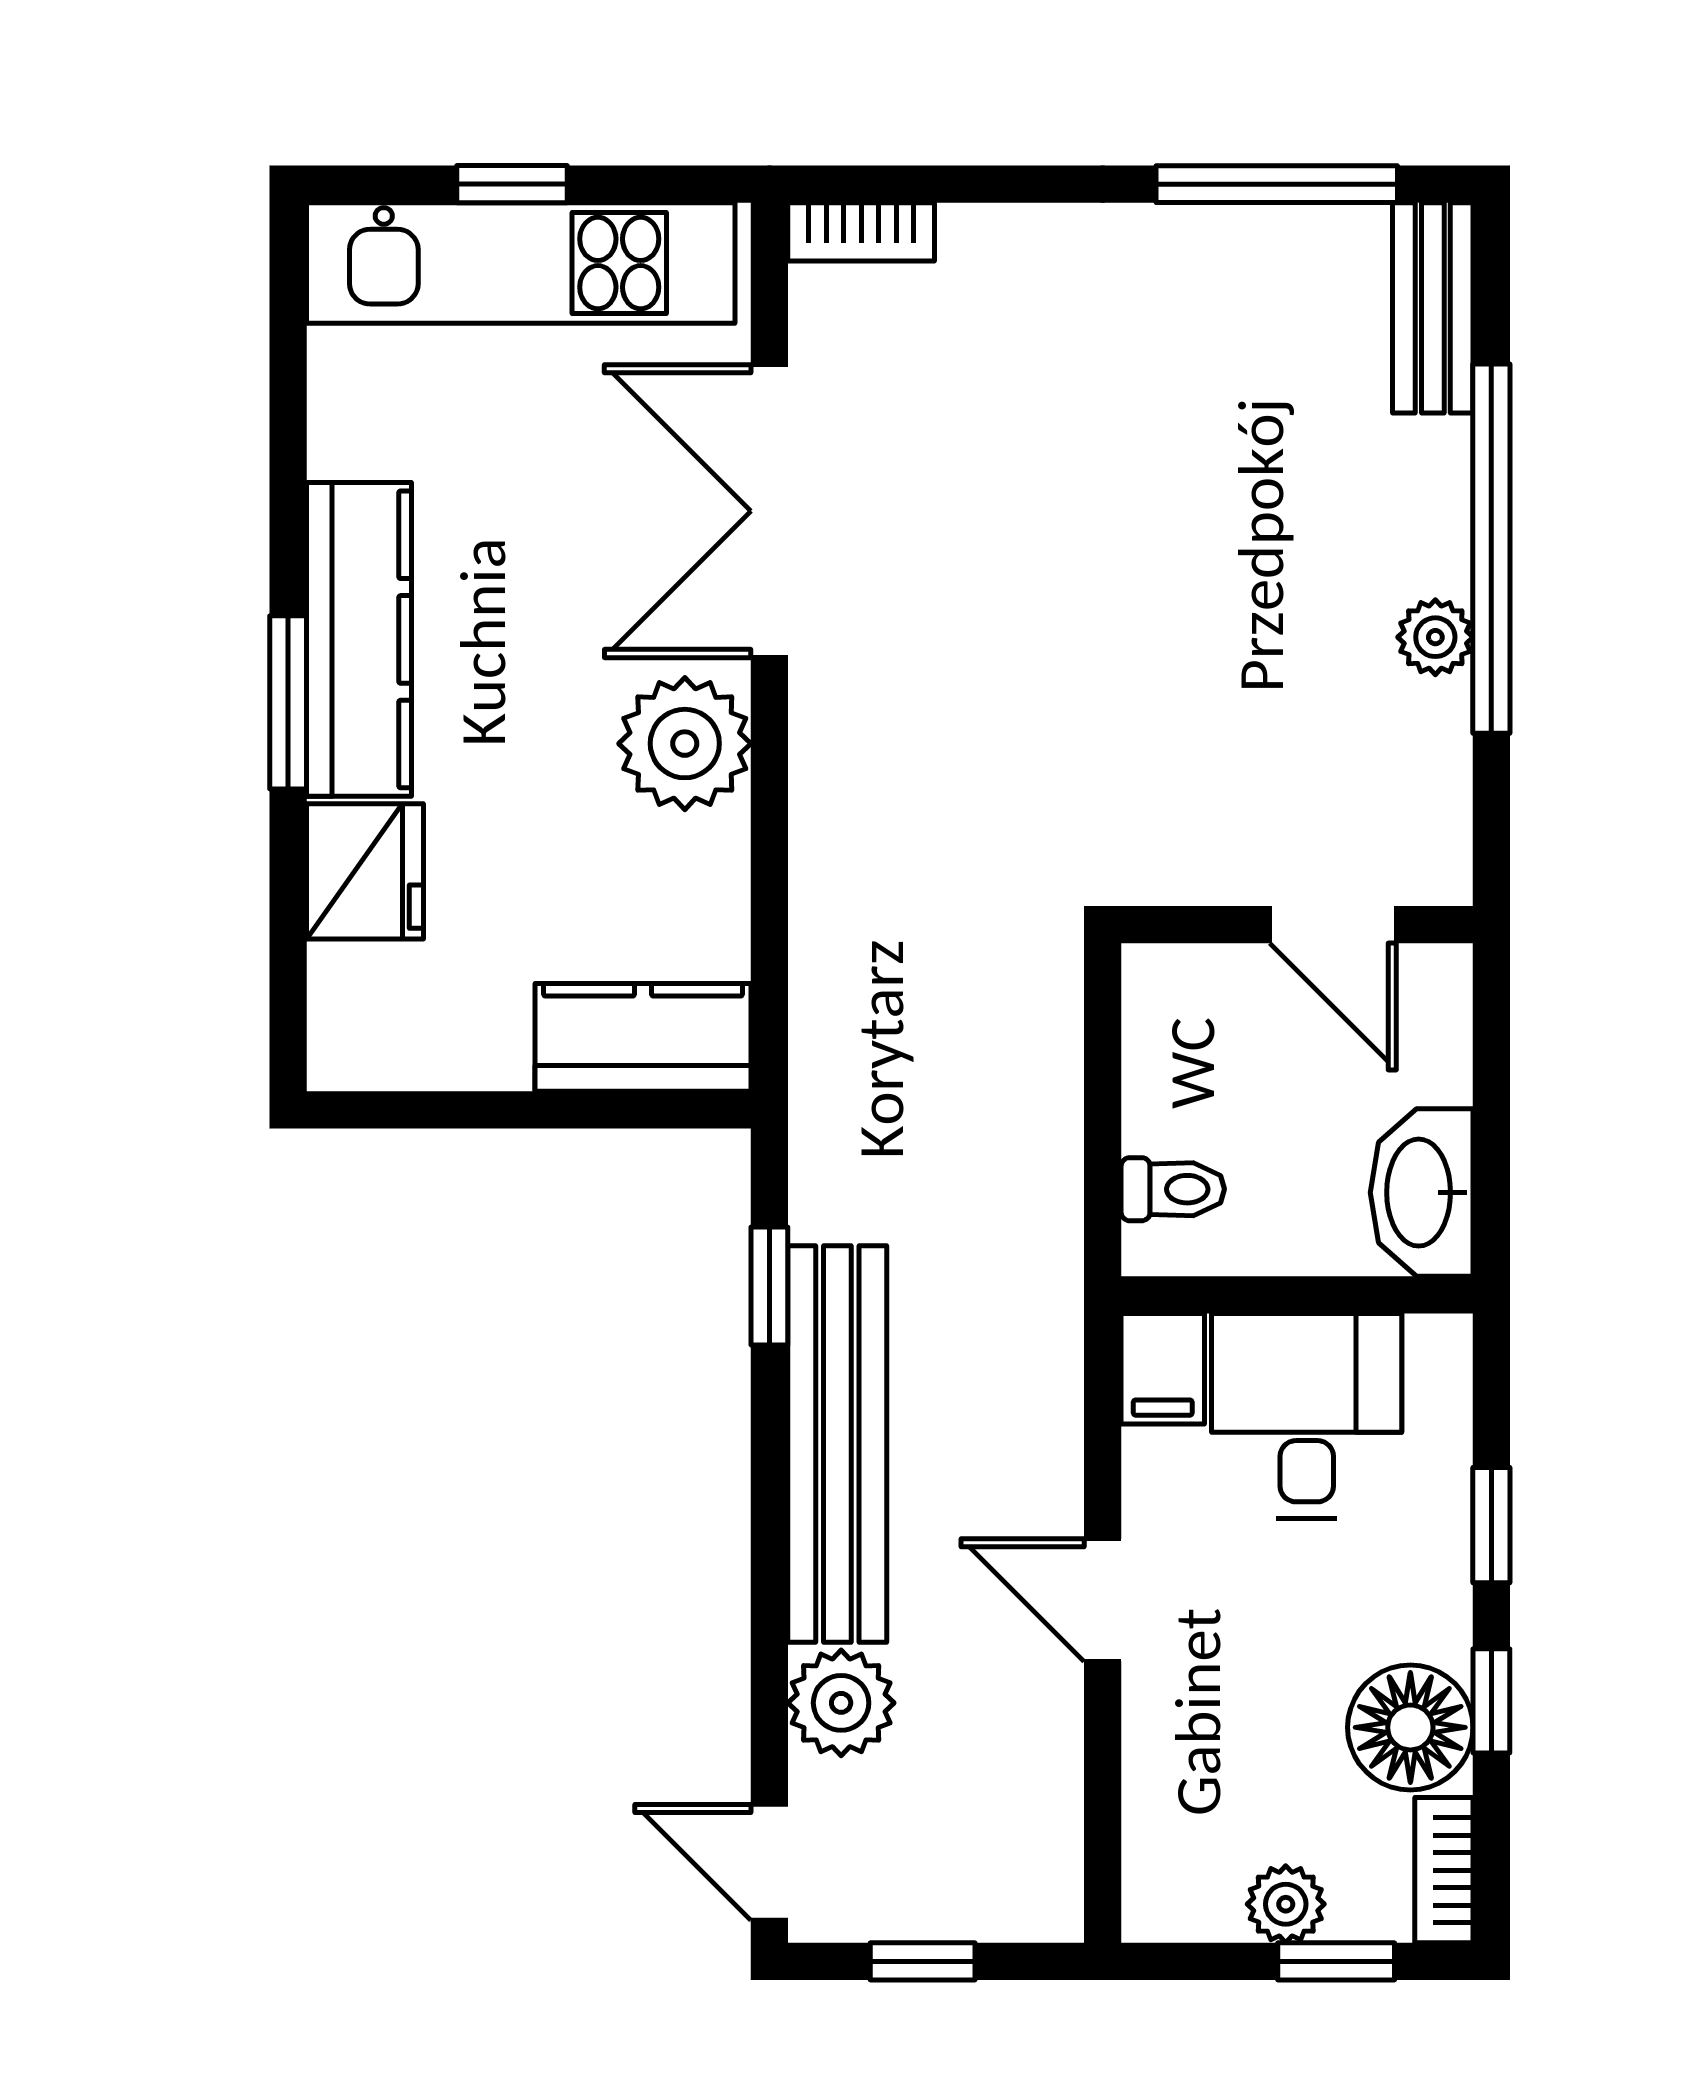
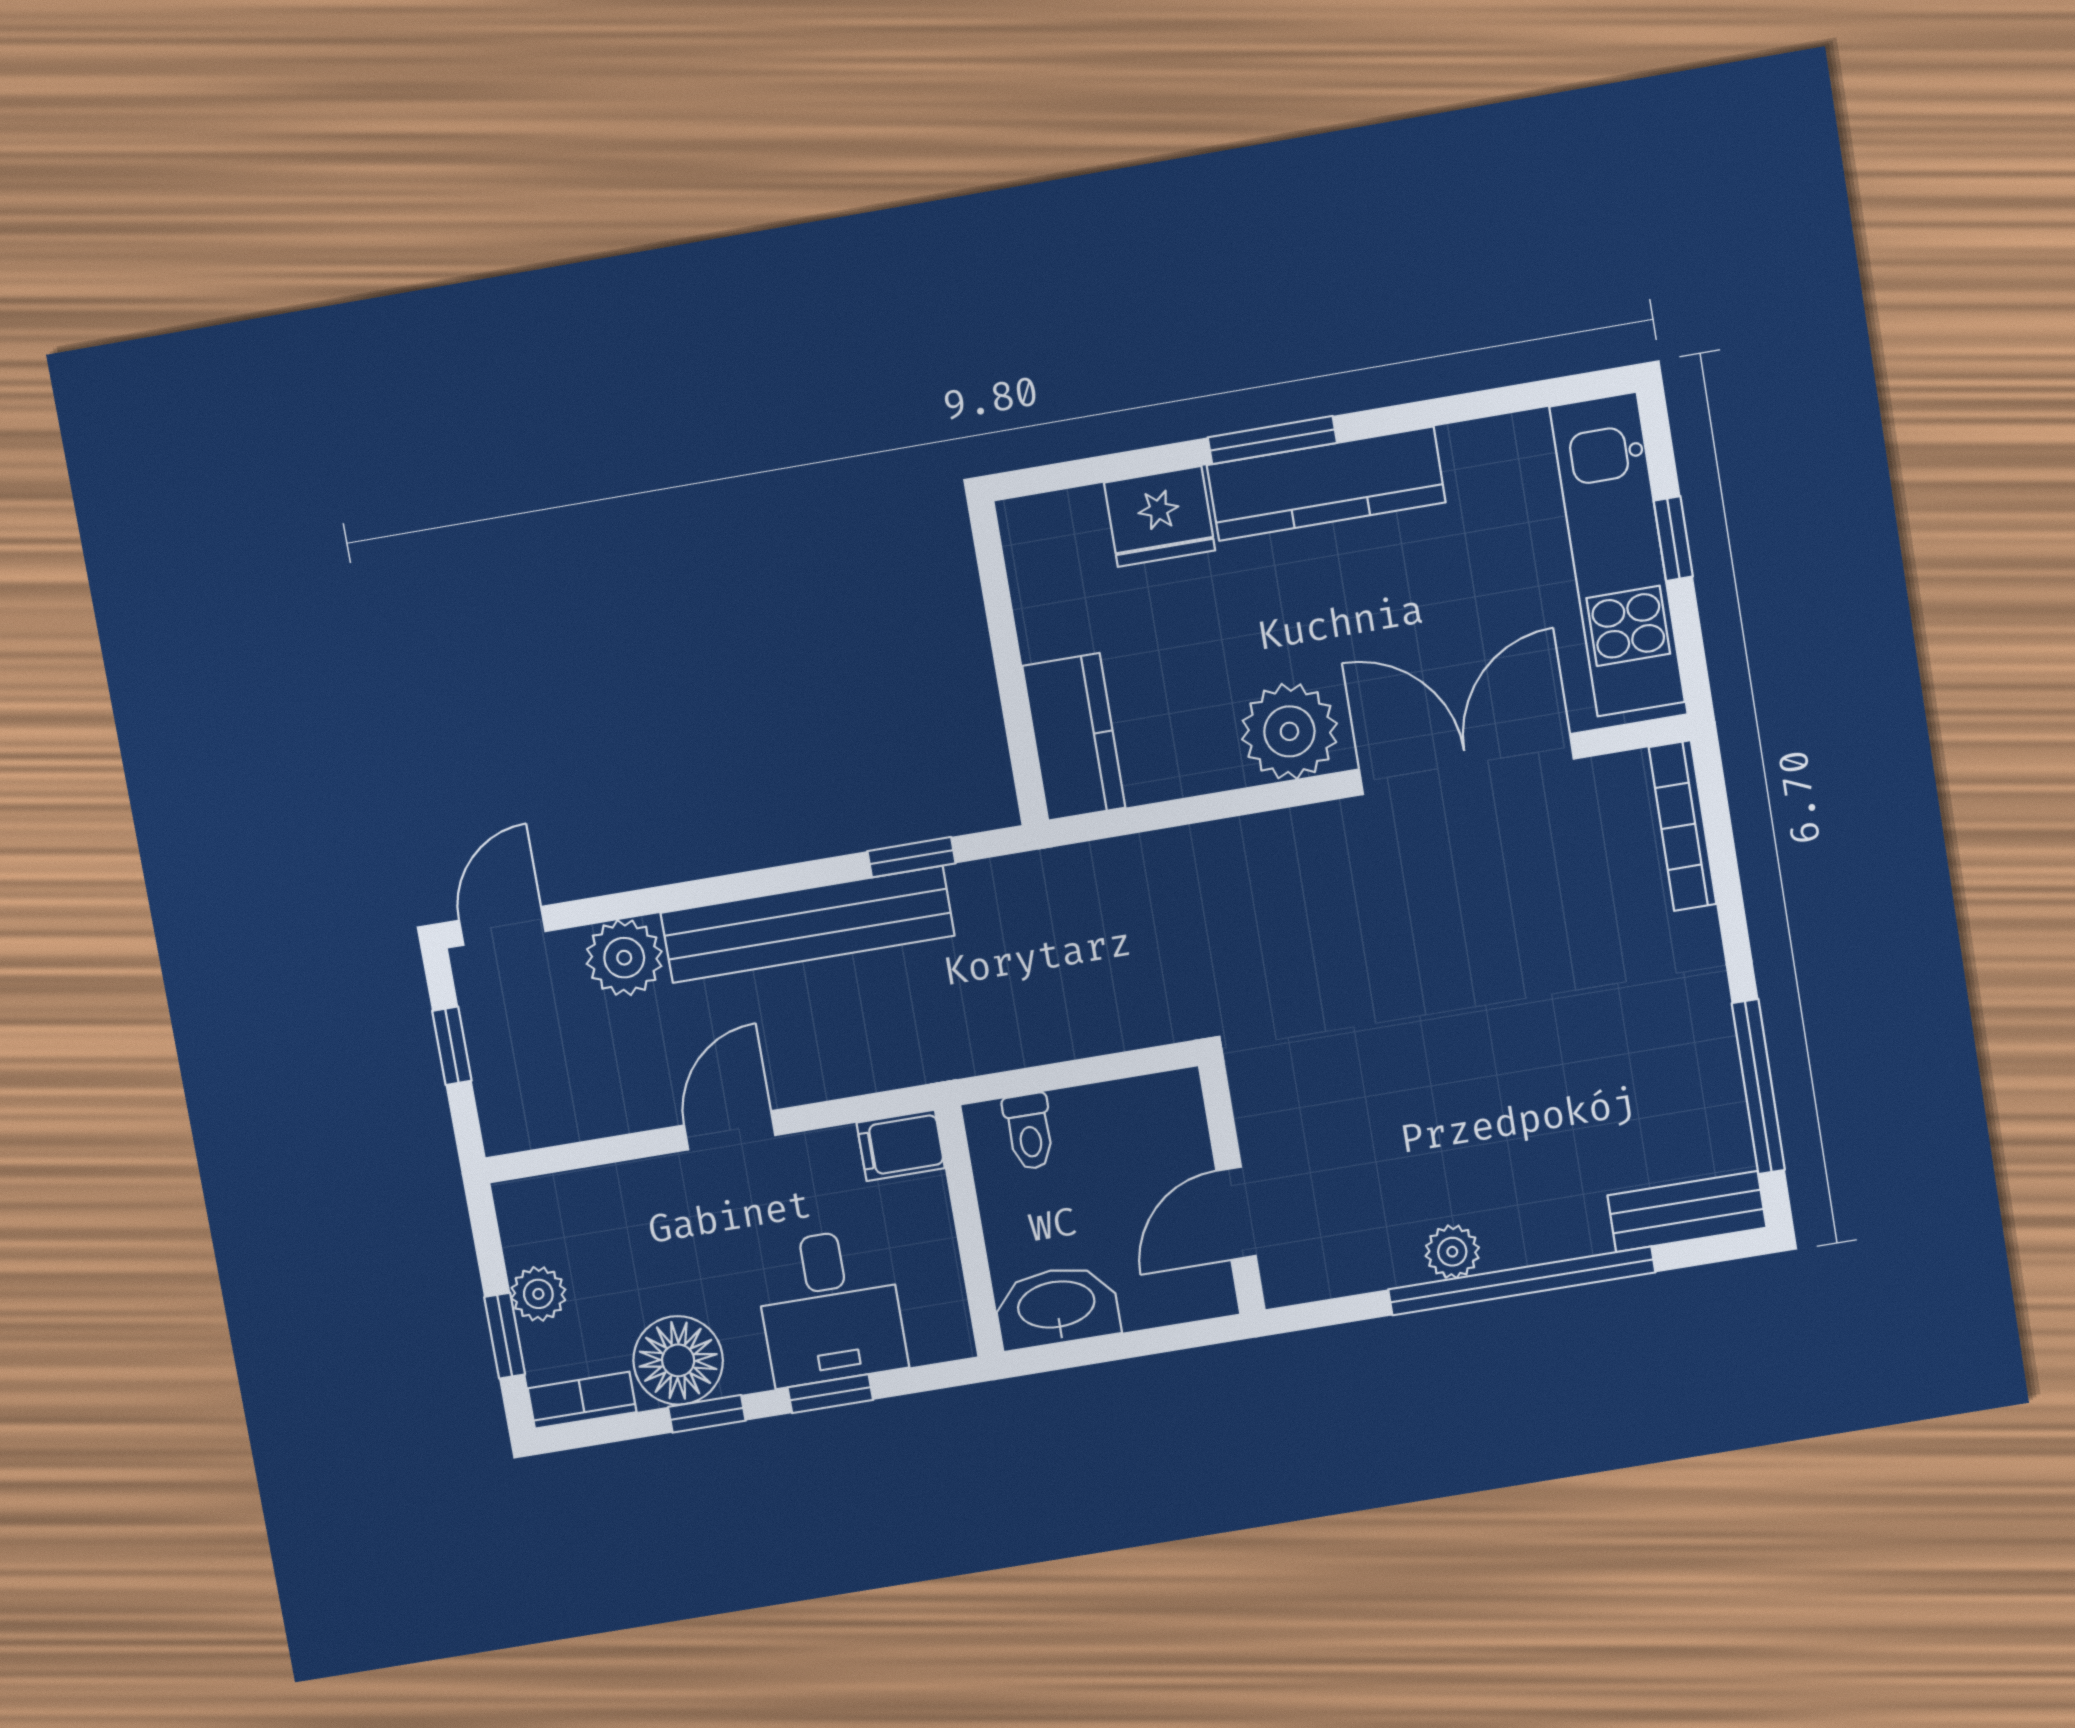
bookcase: (861, 232) -> (1682, 826), width x1.56
desk: (1307, 1416) -> (830, 1307), moved, turned 90

